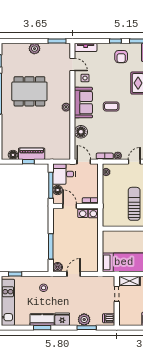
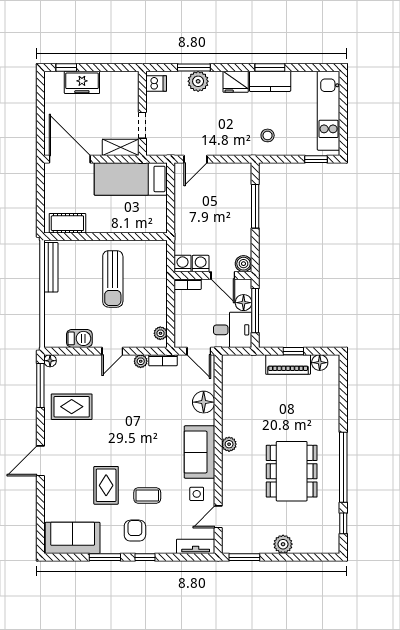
door: (72, 65) -> (218, 517), hinge flipped
dining table: (29, 91) -> (292, 471), turned 90
coffee table: (111, 106) -> (147, 496), moved
boiler: (58, 267) -> (244, 264), moved
door: (74, 274) -> (195, 159), moved

